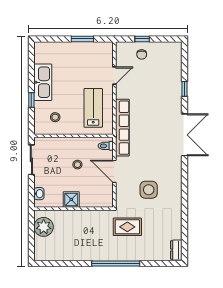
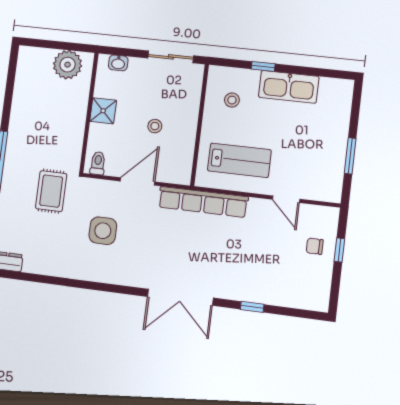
toilet: (106, 146) -> (98, 163), moved

